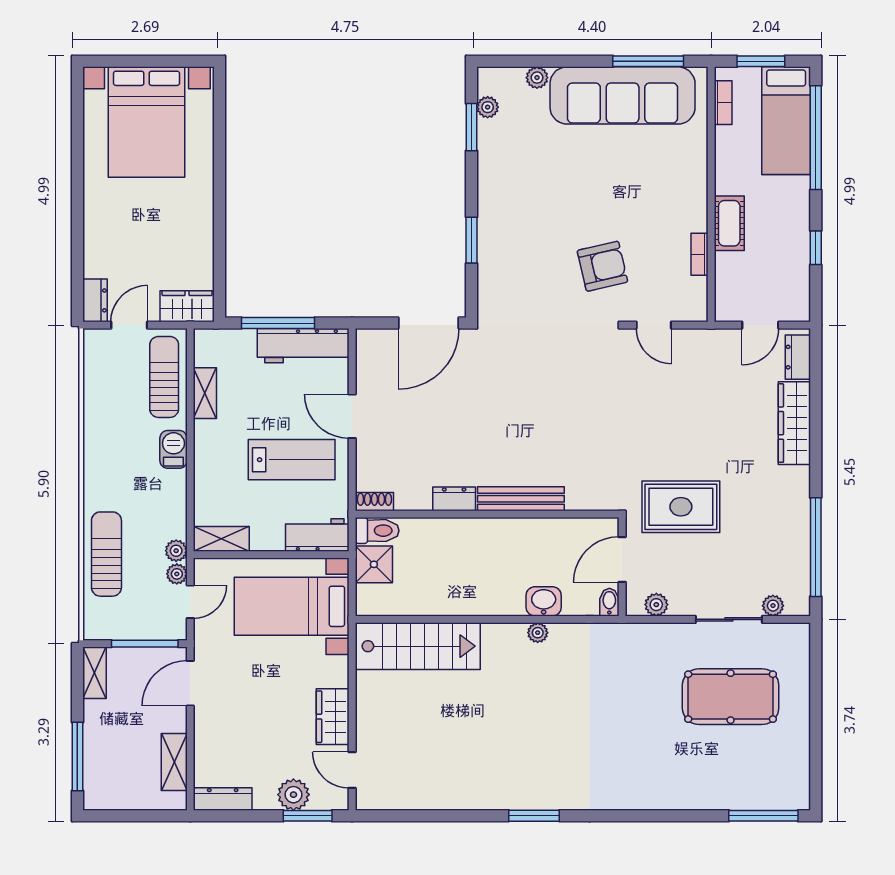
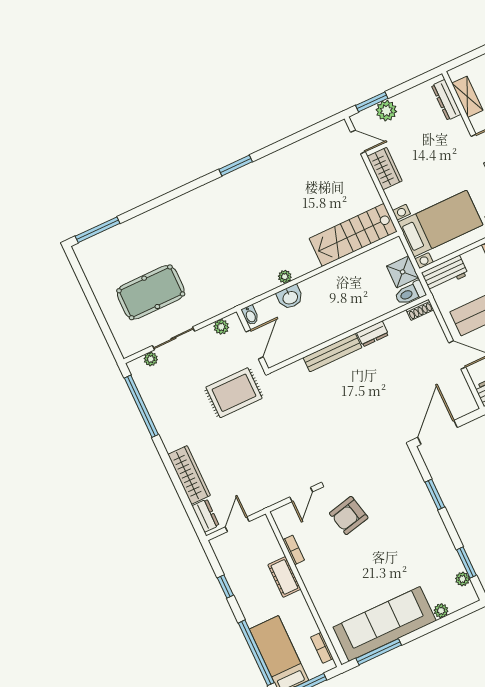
door: (654, 325) -> (301, 494), swing flipped
dresser: (223, 799) -> (446, 100), moved, turned 90

